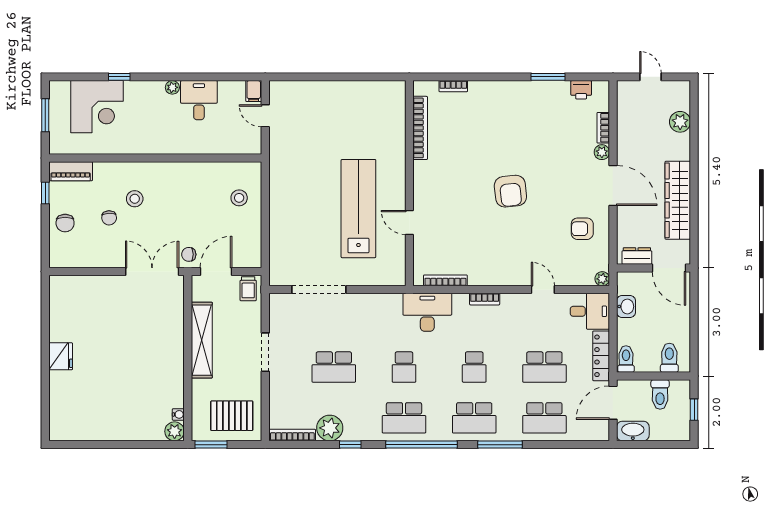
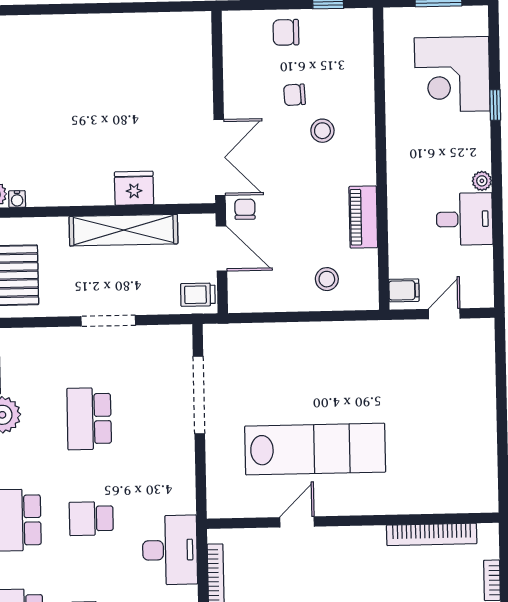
filing cabinet: (254, 91) -> (404, 290), moved, turned 180
piano: (71, 171) -> (363, 217), moved
fridge: (61, 356) -> (134, 188), moved, turned 180

